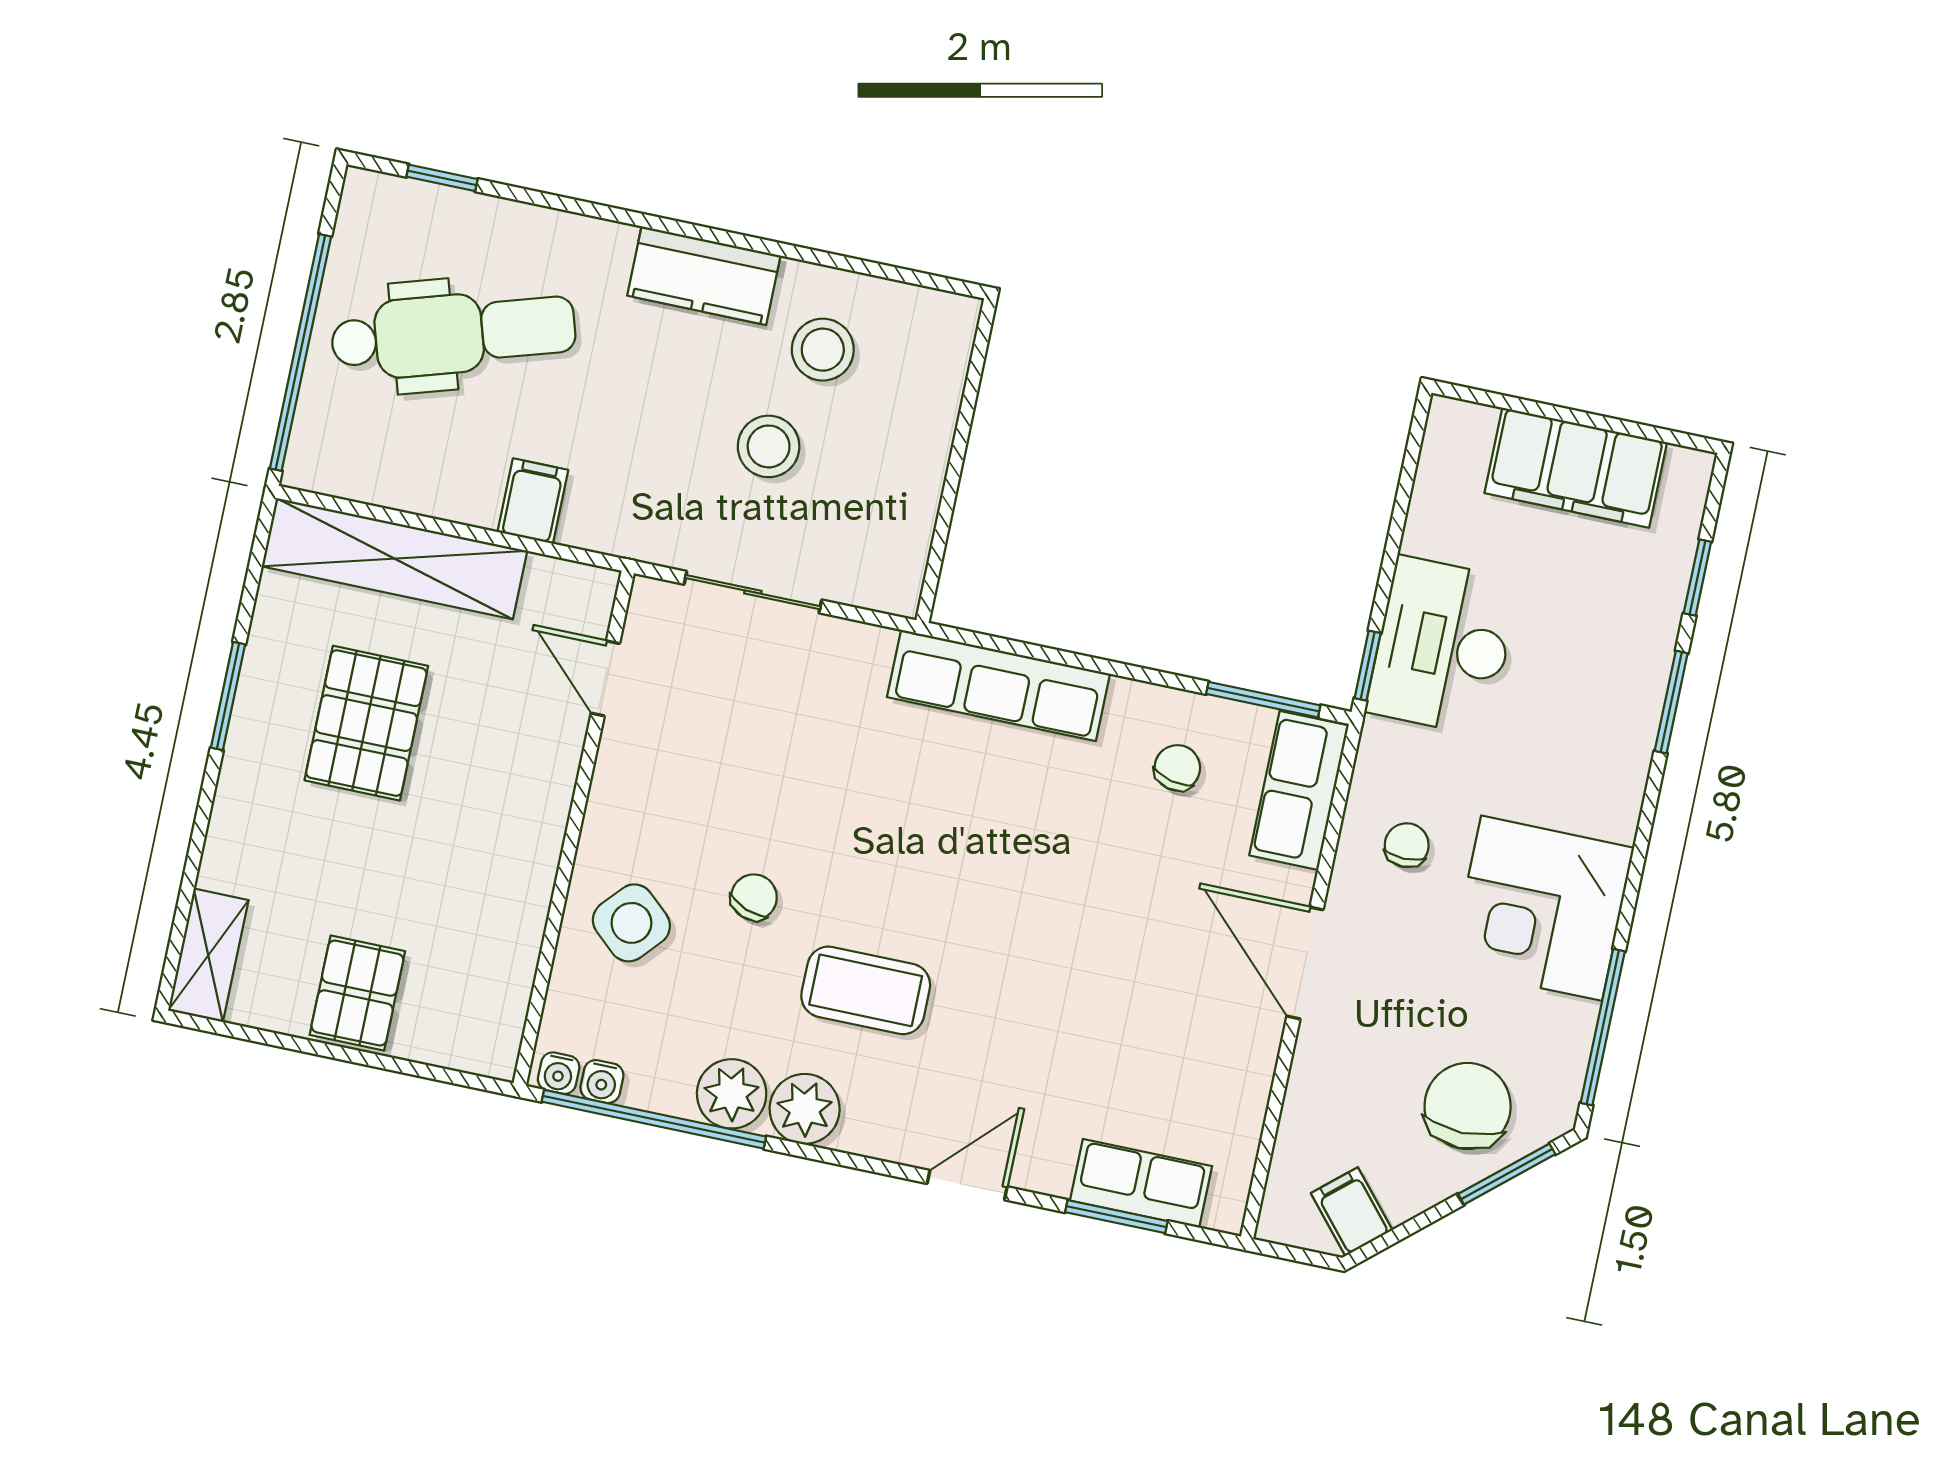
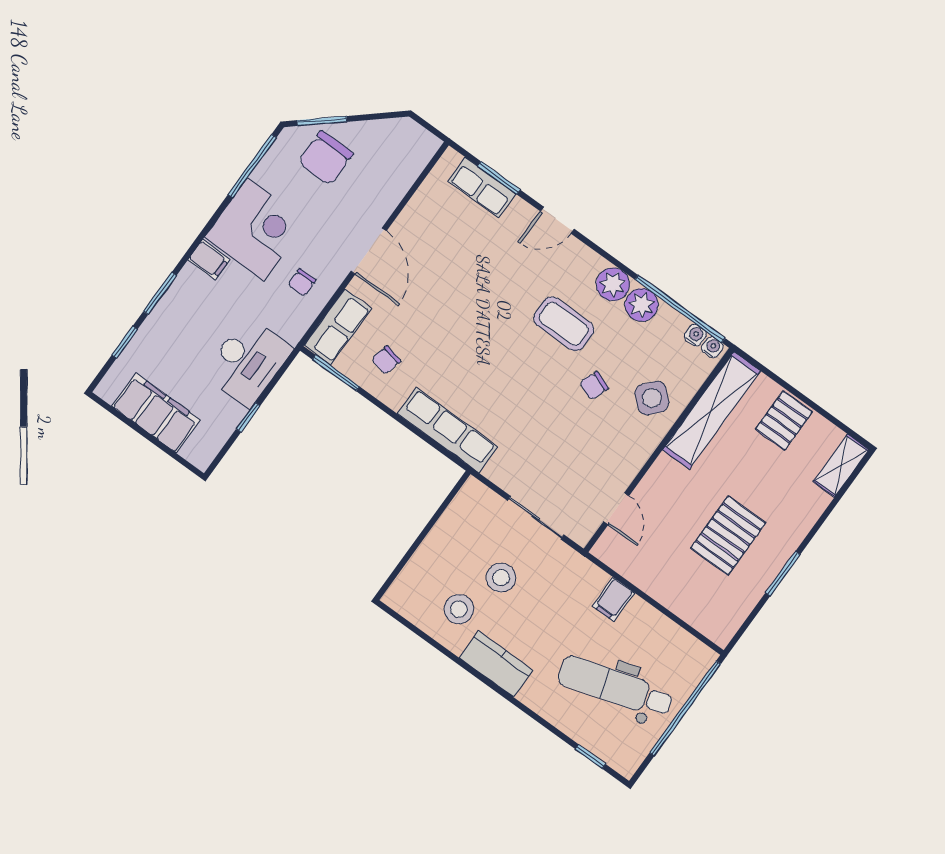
shelving: (395, 559) -> (711, 410), moved, turned 90
window: (1368, 666) -> (248, 417), moved
filing cabinet: (1352, 1212) -> (209, 260), moved, turned -49

